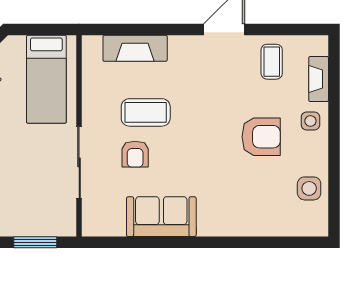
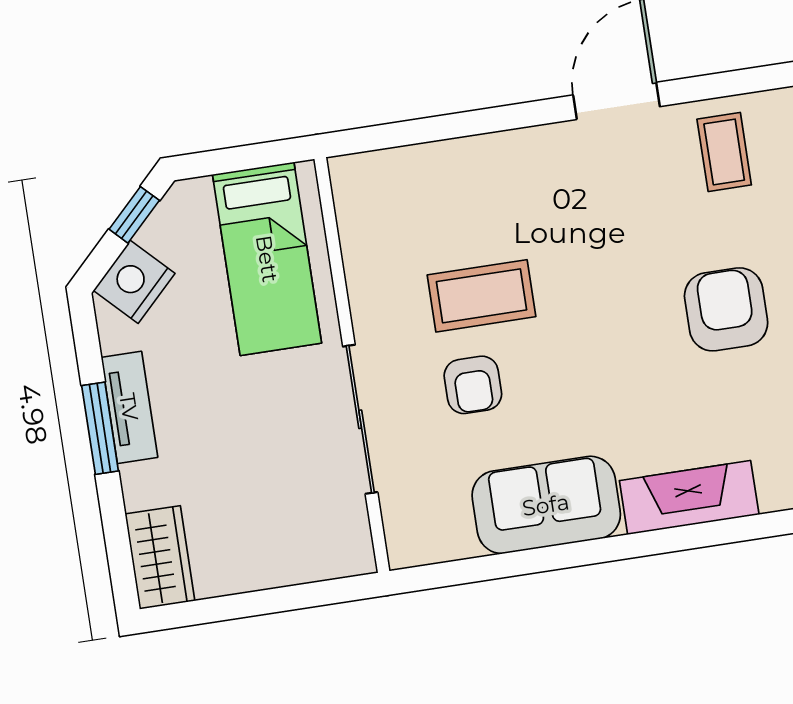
fireplace: (135, 48) -> (689, 498), moved, turned 180
armchair: (261, 137) -> (726, 309), turned -90
window: (35, 242) -> (295, 597), removed

